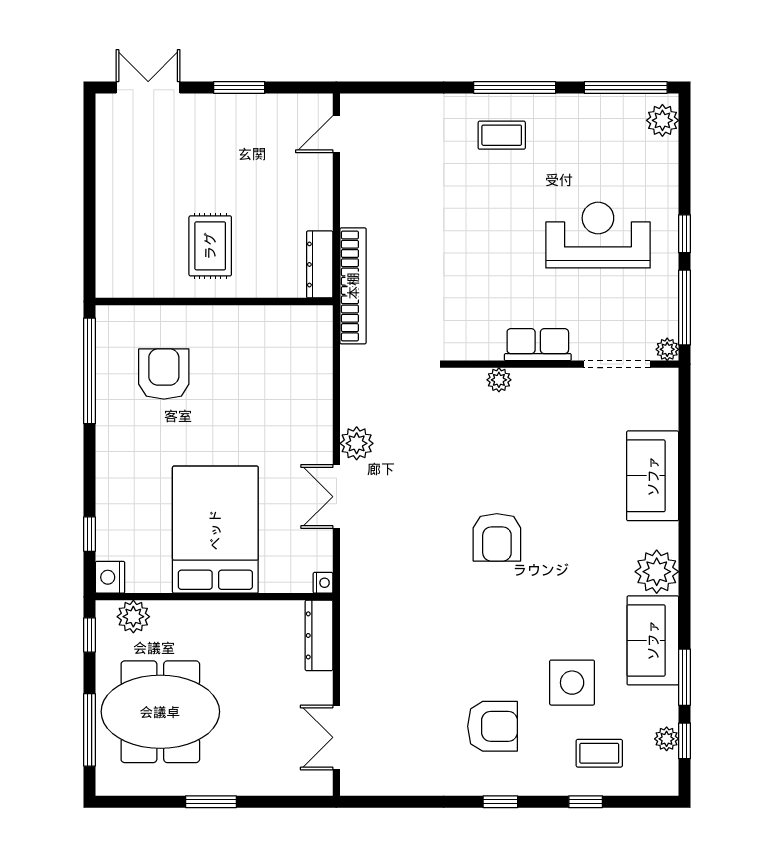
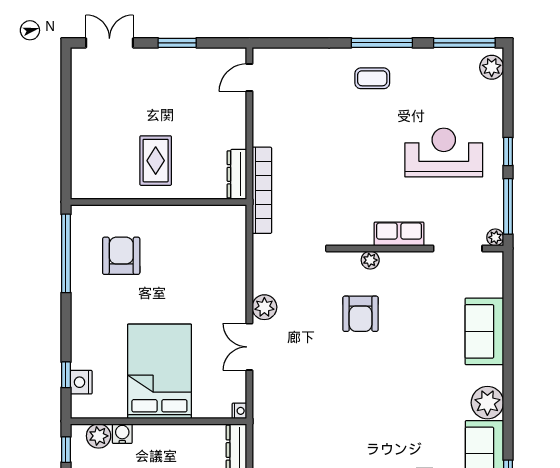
armchair: (497, 537) -> (361, 314), moved
nightstand: (110, 577) -> (81, 382), moved
water cooler: (165, 613) -> (122, 434), added

